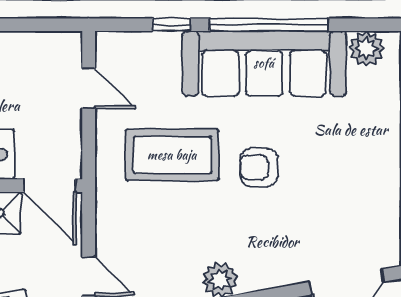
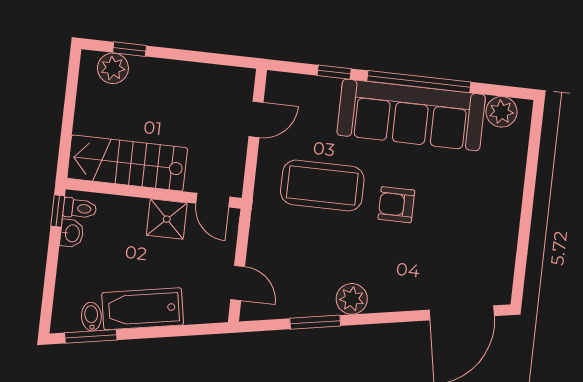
door: (89, 88) -> (256, 119), hinge flipped
door: (50, 186) -> (213, 200), width x0.73

